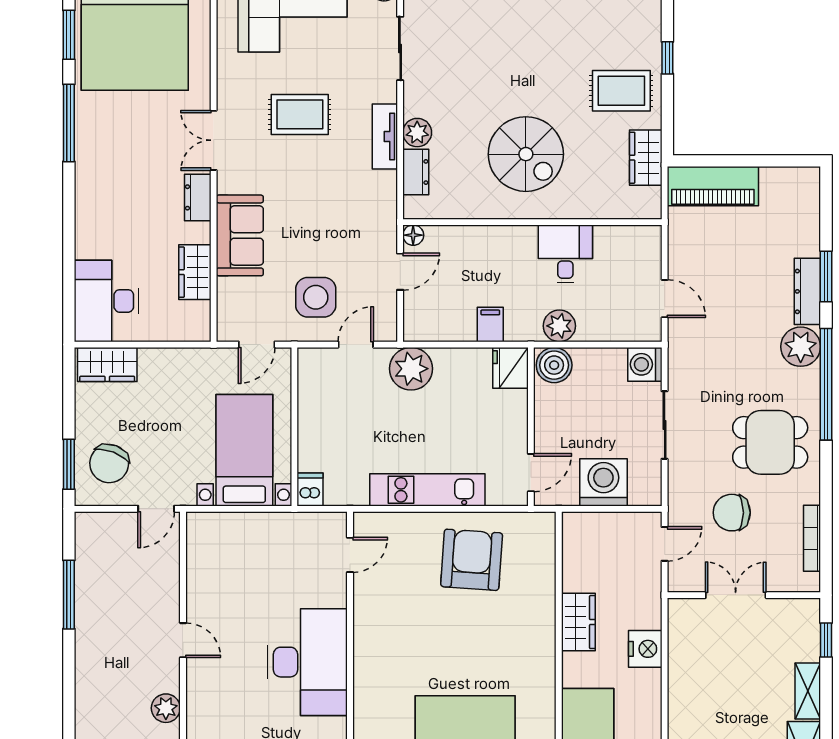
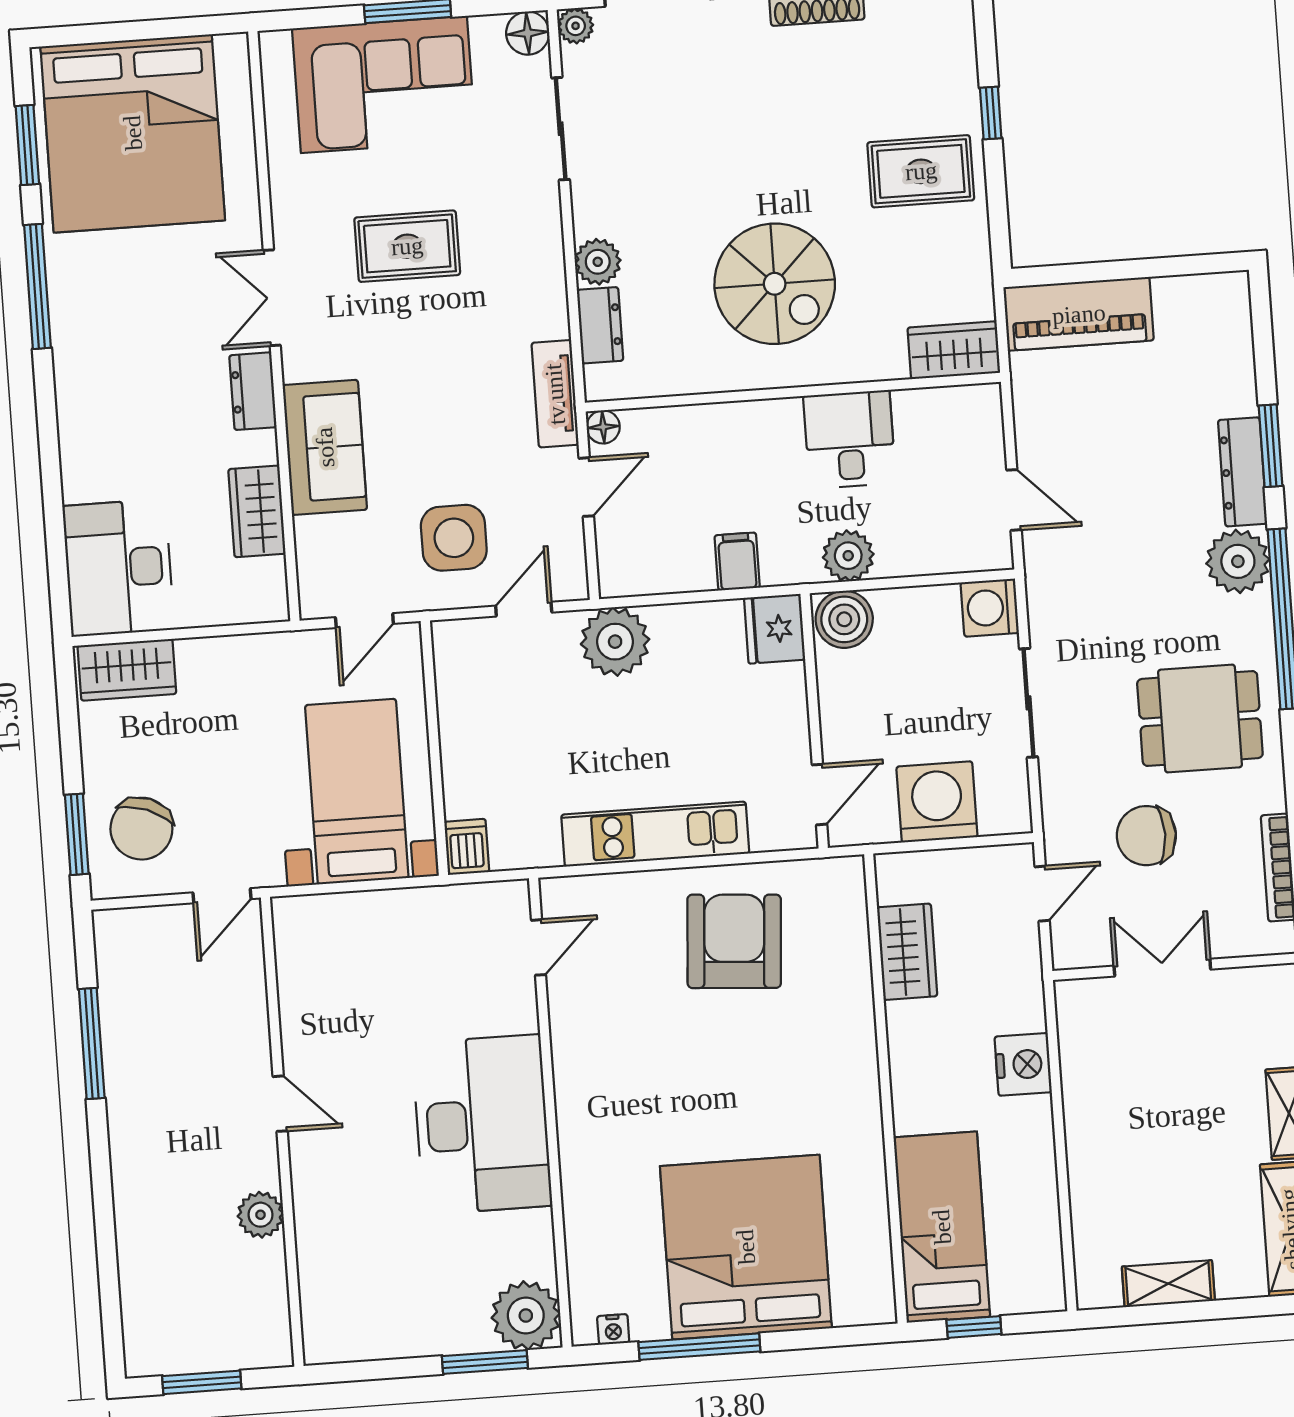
tv unit: (385, 136) -> (555, 394), moved
wardrobe: (646, 158) -> (954, 350), moved, turned 90
wardrobe: (578, 622) -> (907, 952), moved

